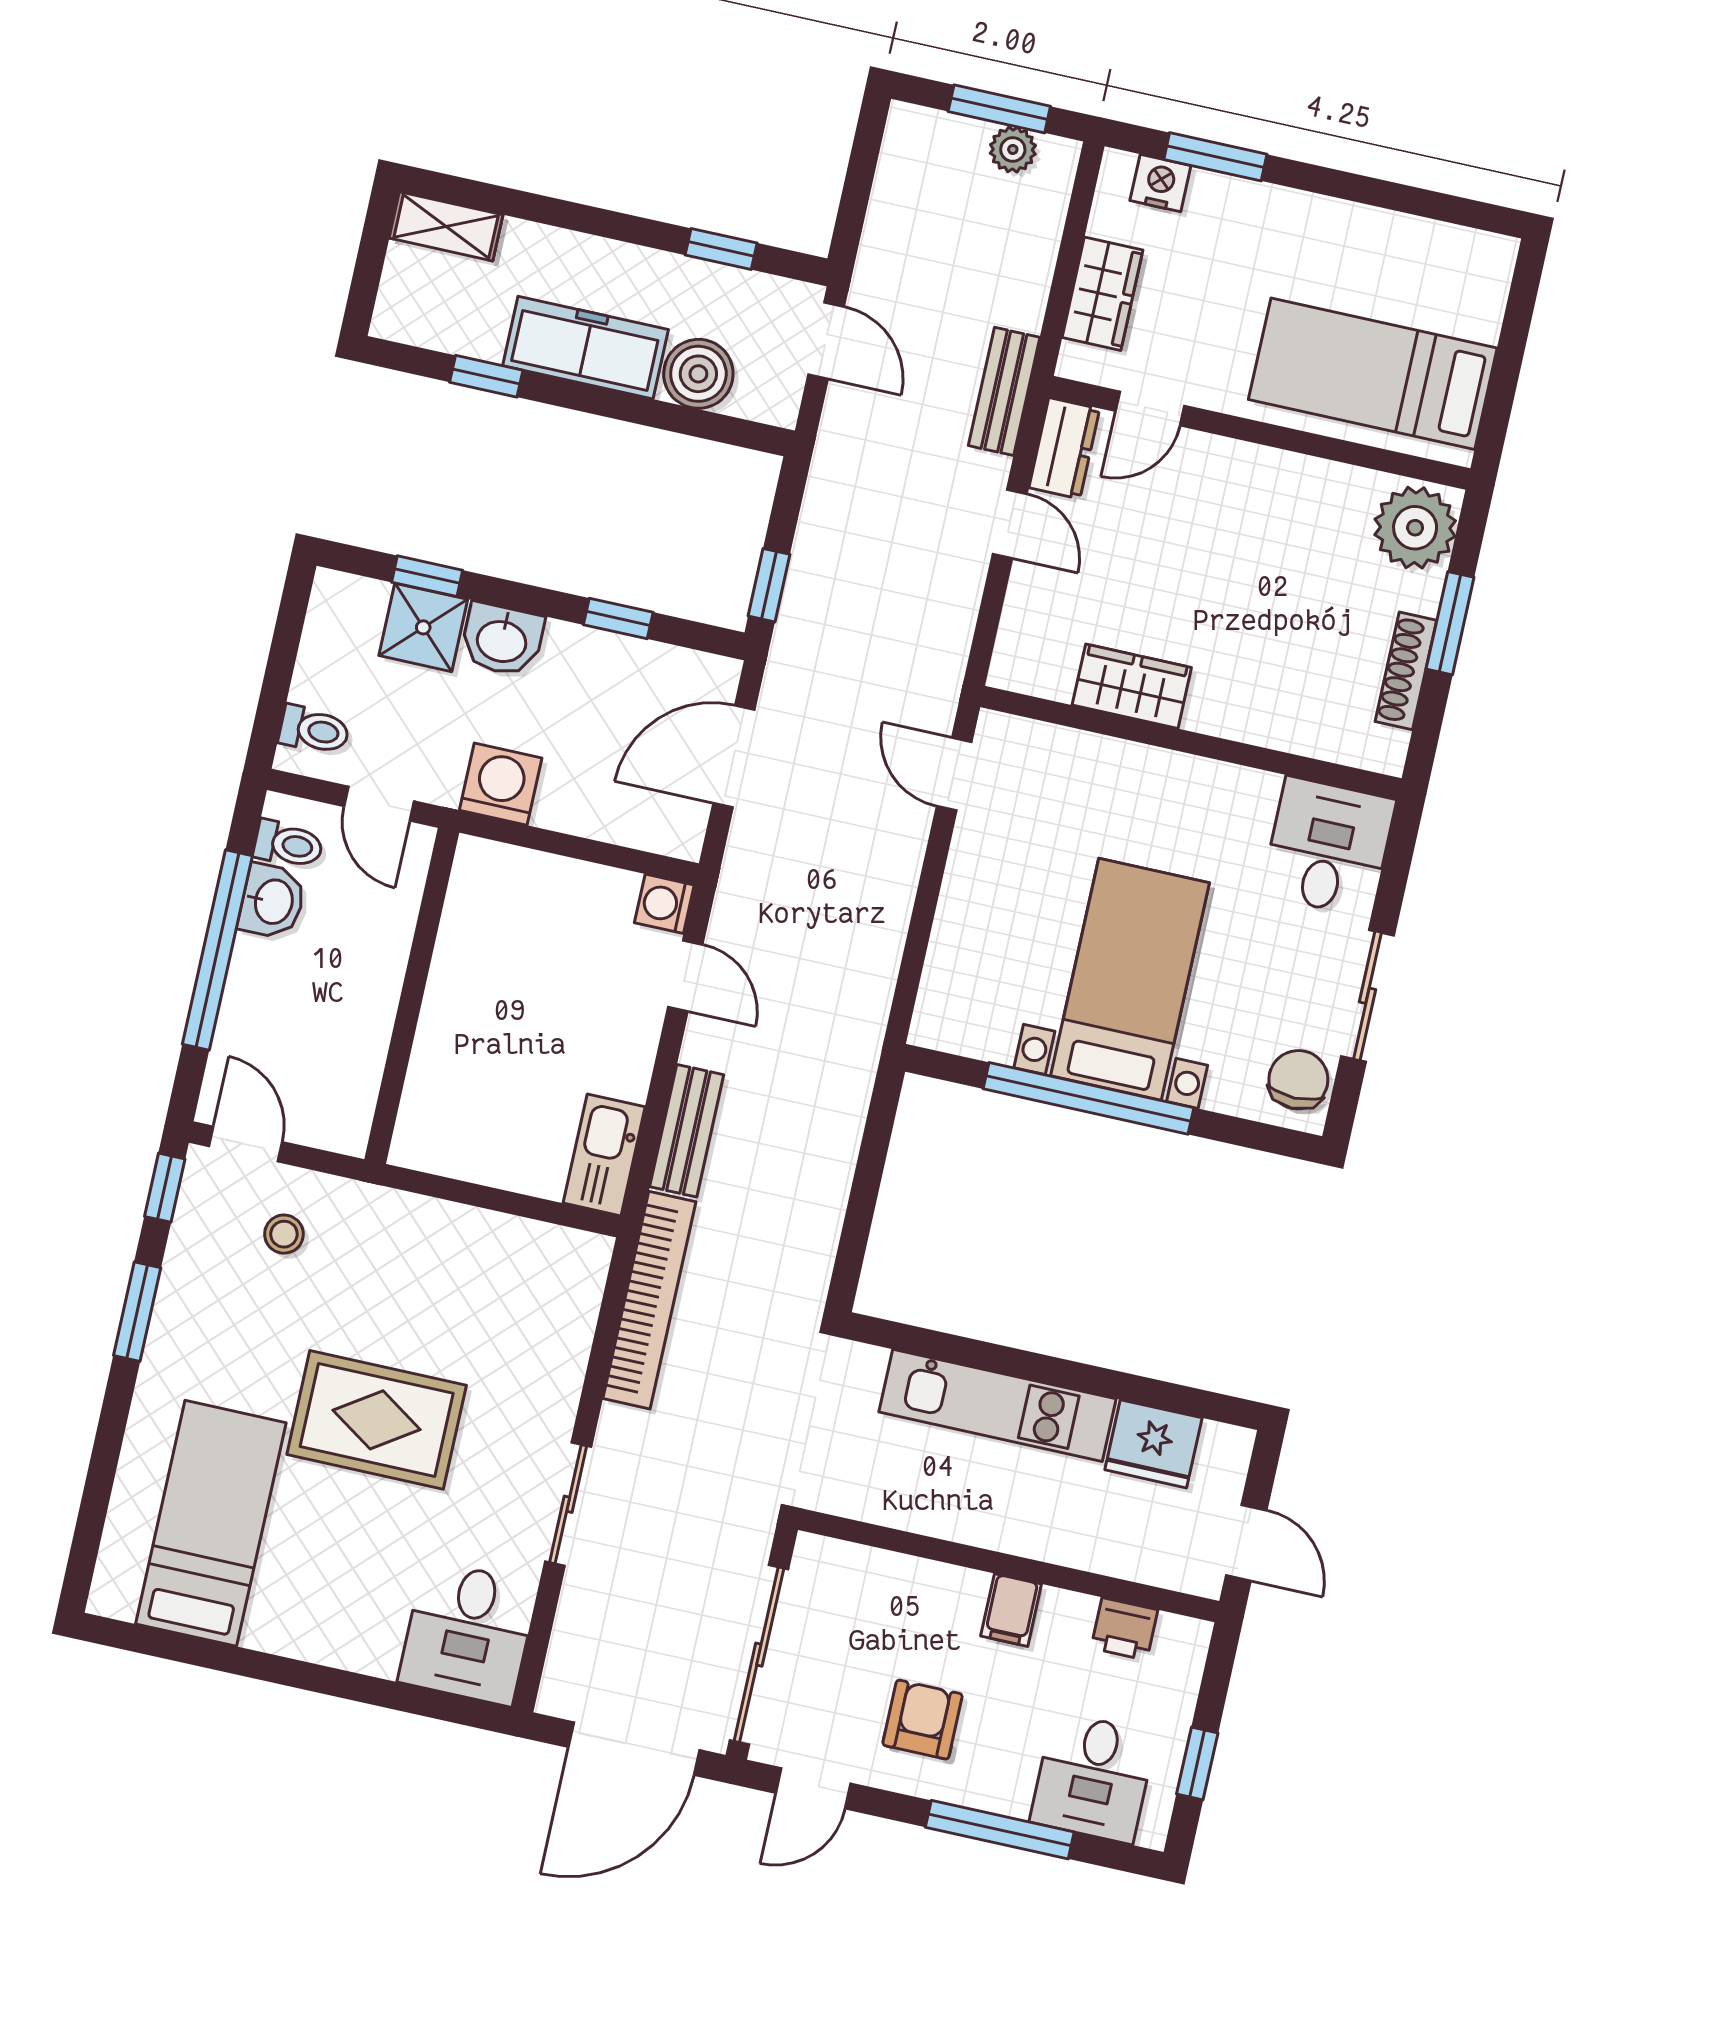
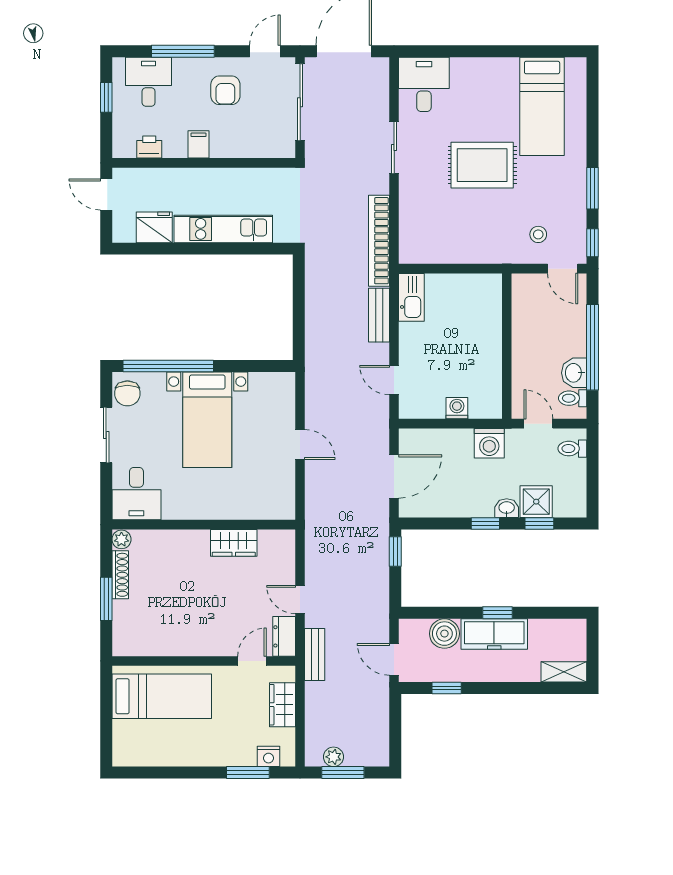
window: (486, 376) -> (498, 613), moved
plant: (1415, 528) -> (121, 539), moved, width x0.53, depth x0.53
window: (618, 619) -> (485, 524), moved
washbasin: (502, 640) -> (507, 508), width x0.72, depth x0.69
door: (954, 774) -> (300, 444), moved
washing machine: (664, 904) -> (457, 408), moved, turned -90
window: (1089, 1098) -> (168, 366), moved

